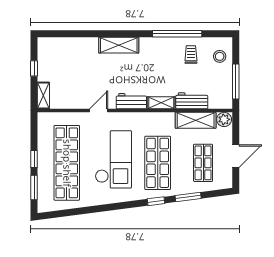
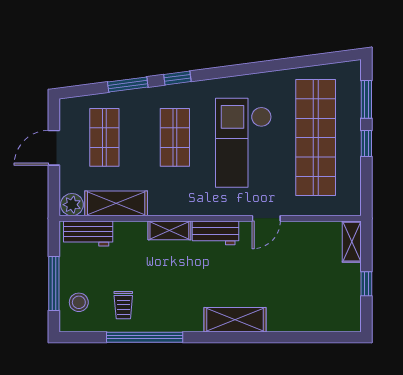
window: (236, 82) -> (54, 284), moved
workbench: (192, 101) -> (88, 233), moved
shop shelf: (158, 163) -> (175, 137), width x0.70, depth x0.74

